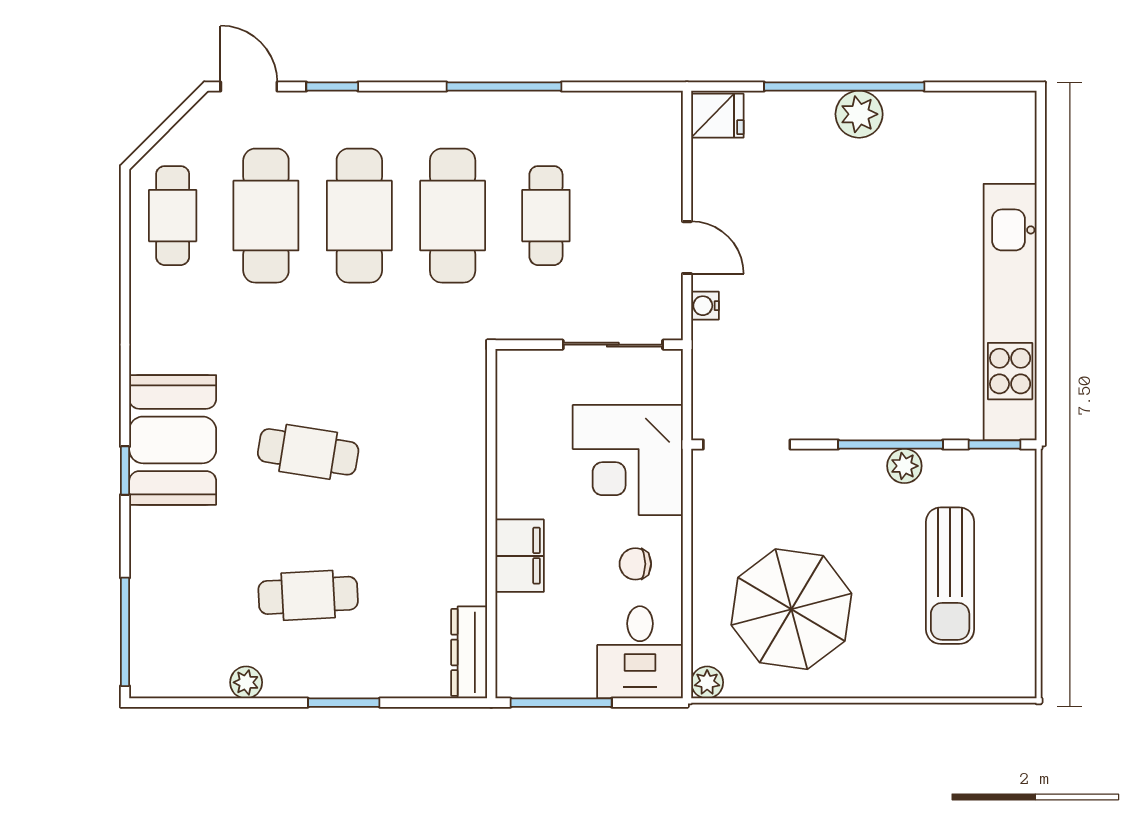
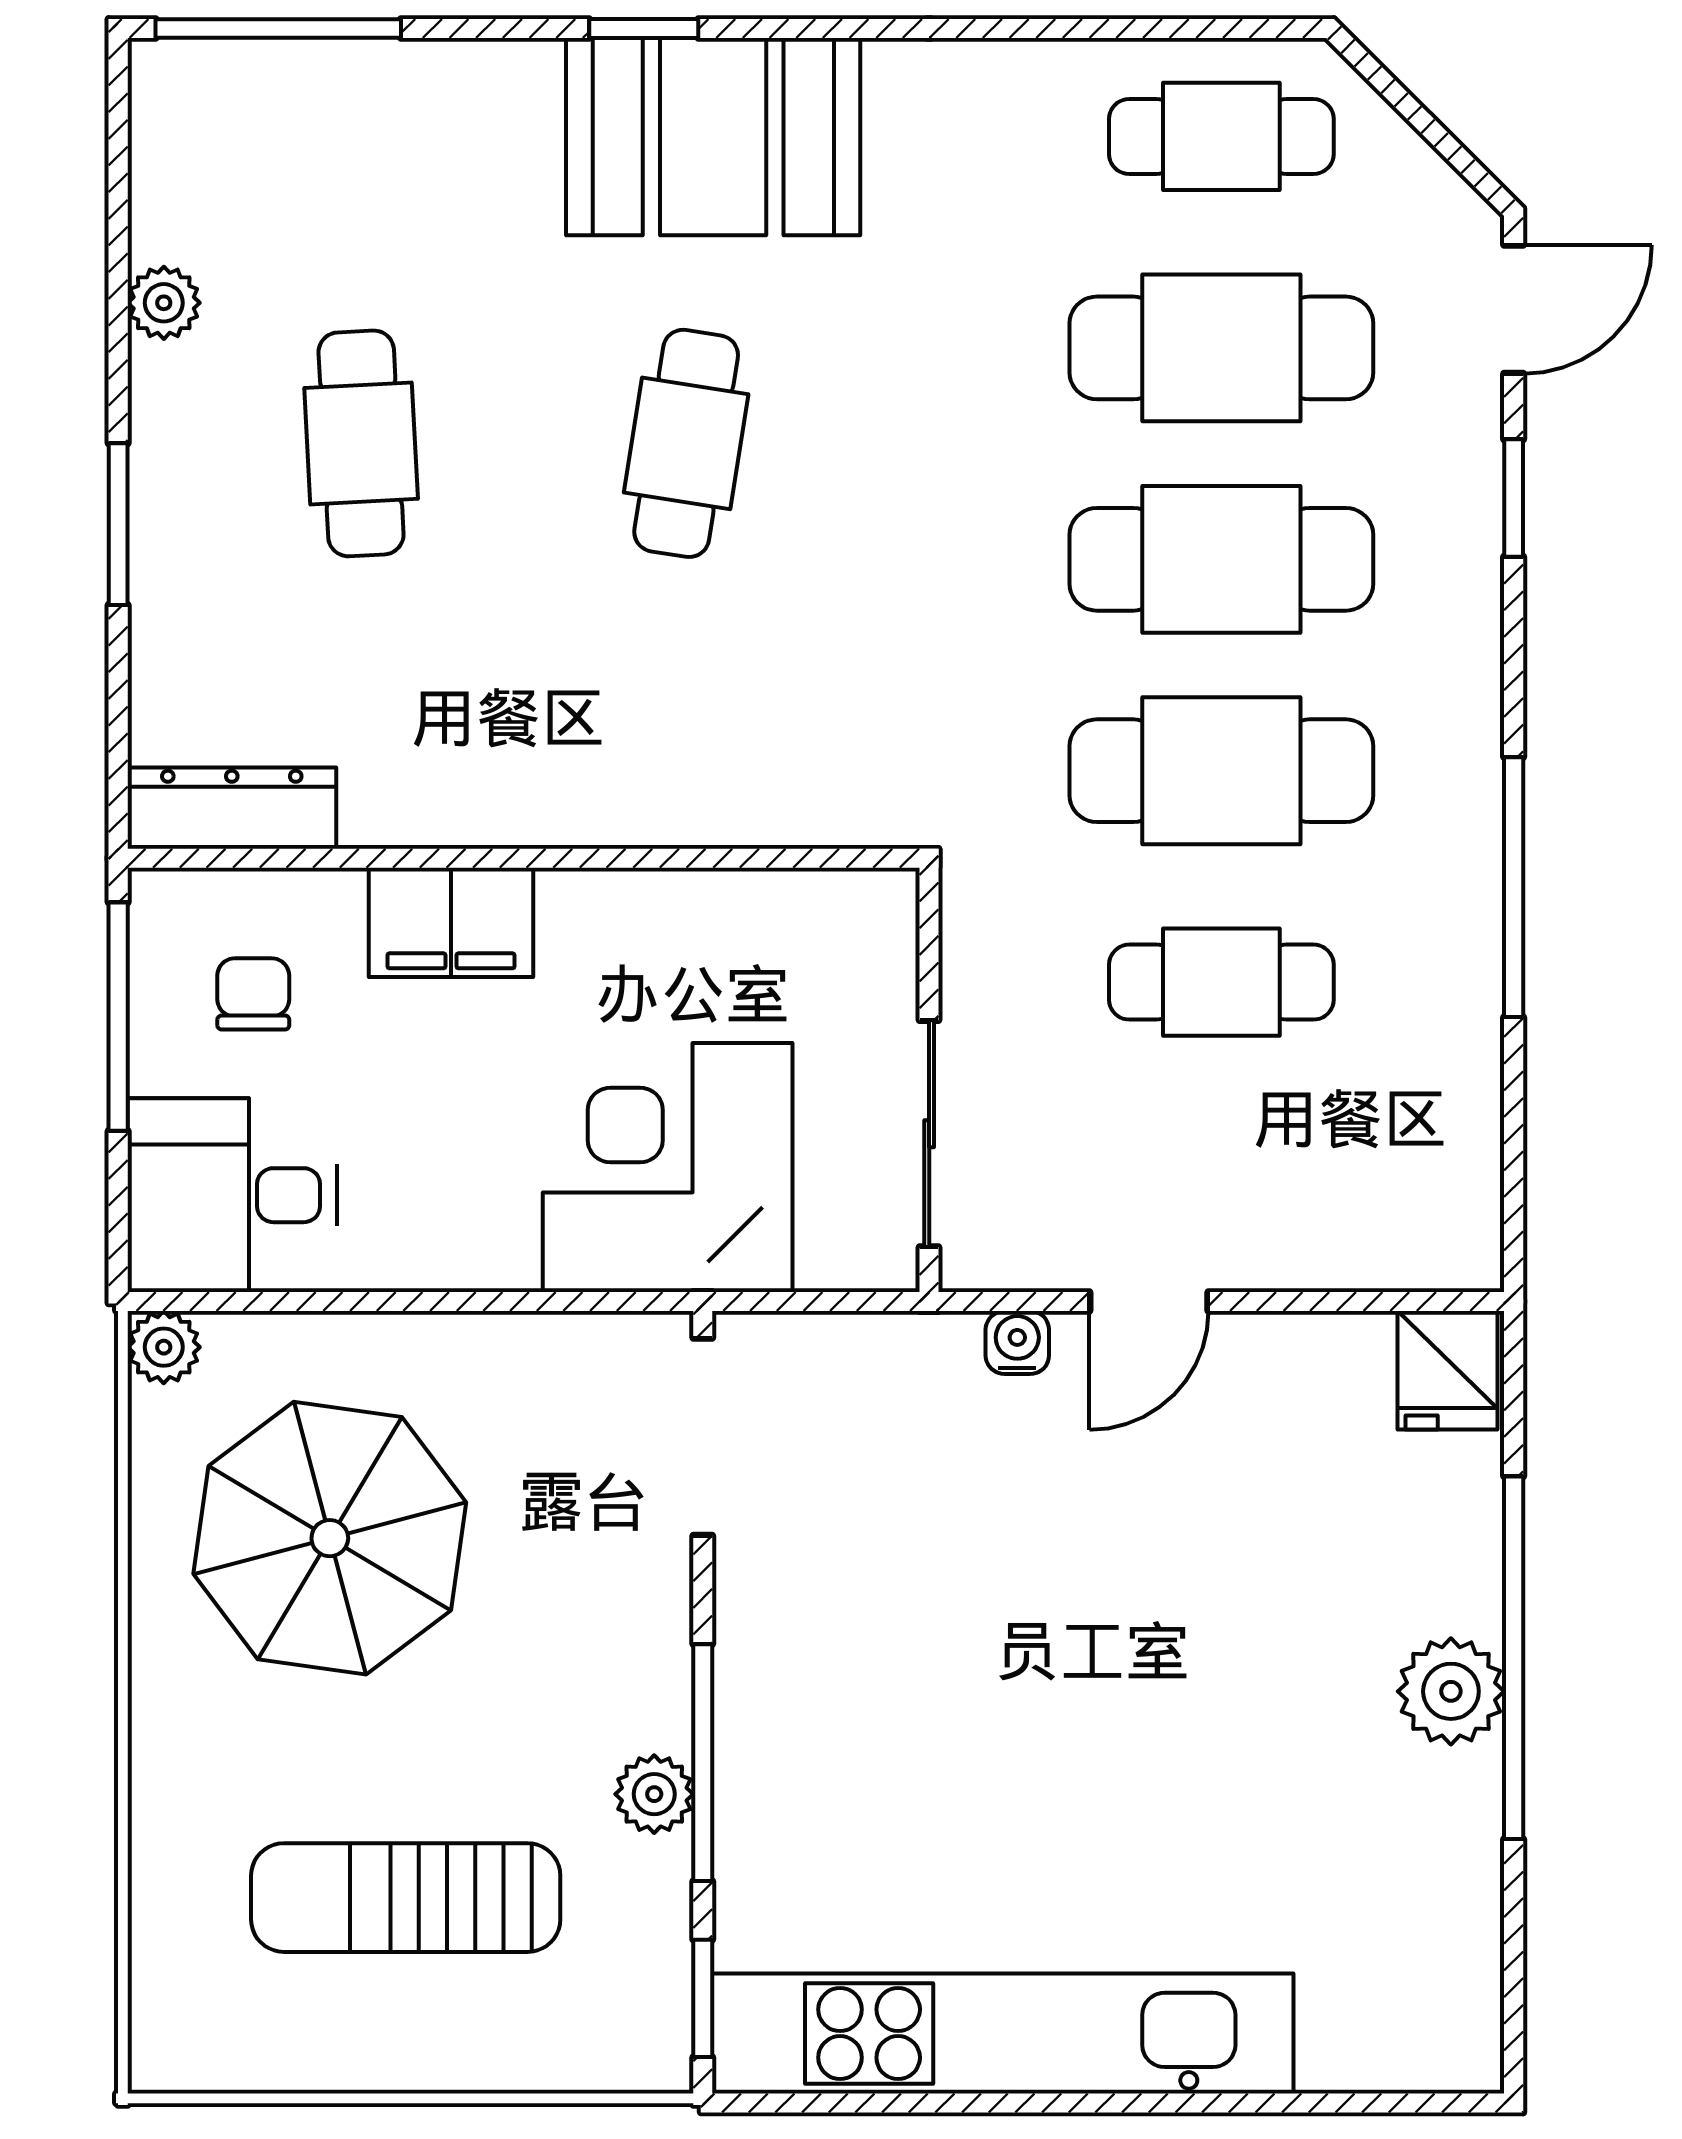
chair: (635, 564) -> (253, 994), moved

